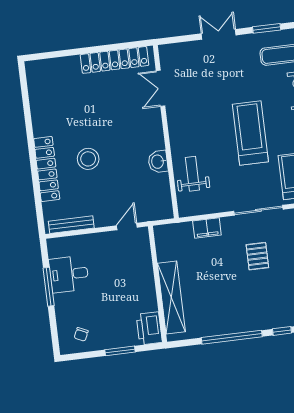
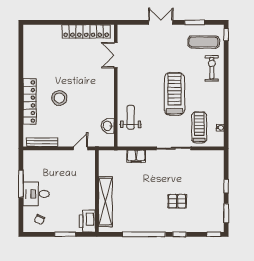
washbasin: (158, 162) -> (108, 126), moved
pallet: (257, 256) -> (177, 201), moved, turned 90
desk: (69, 274) -> (36, 194), moved

